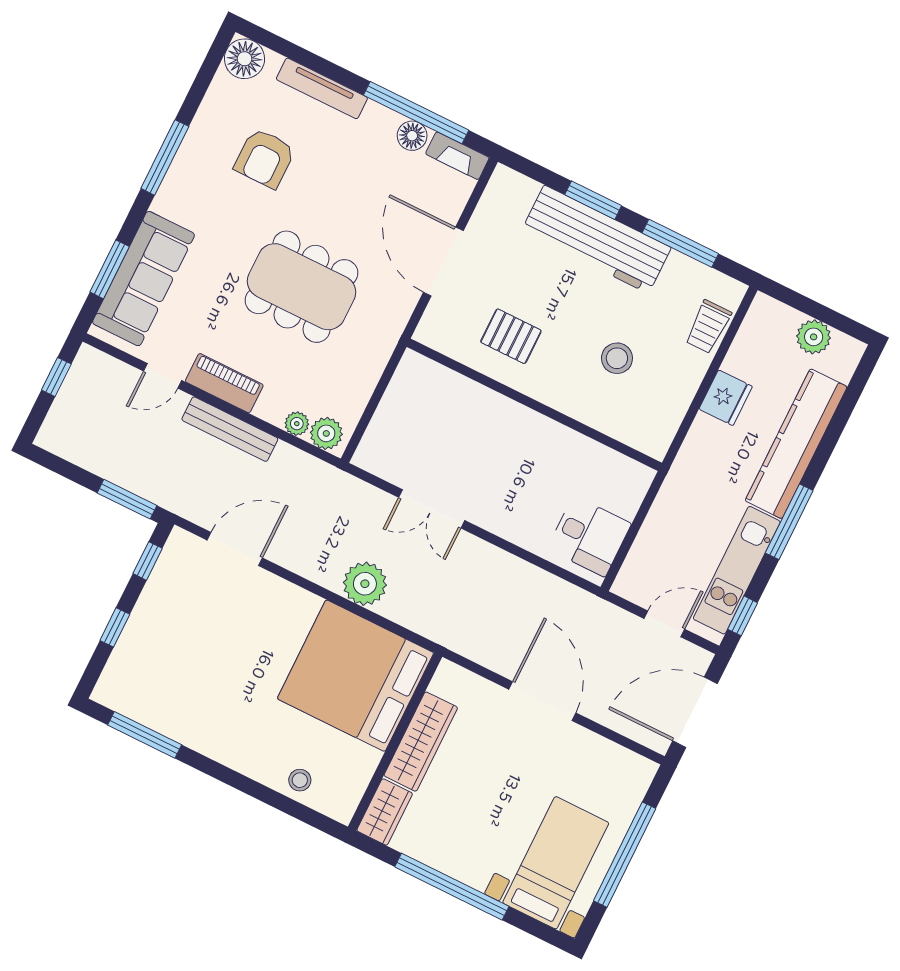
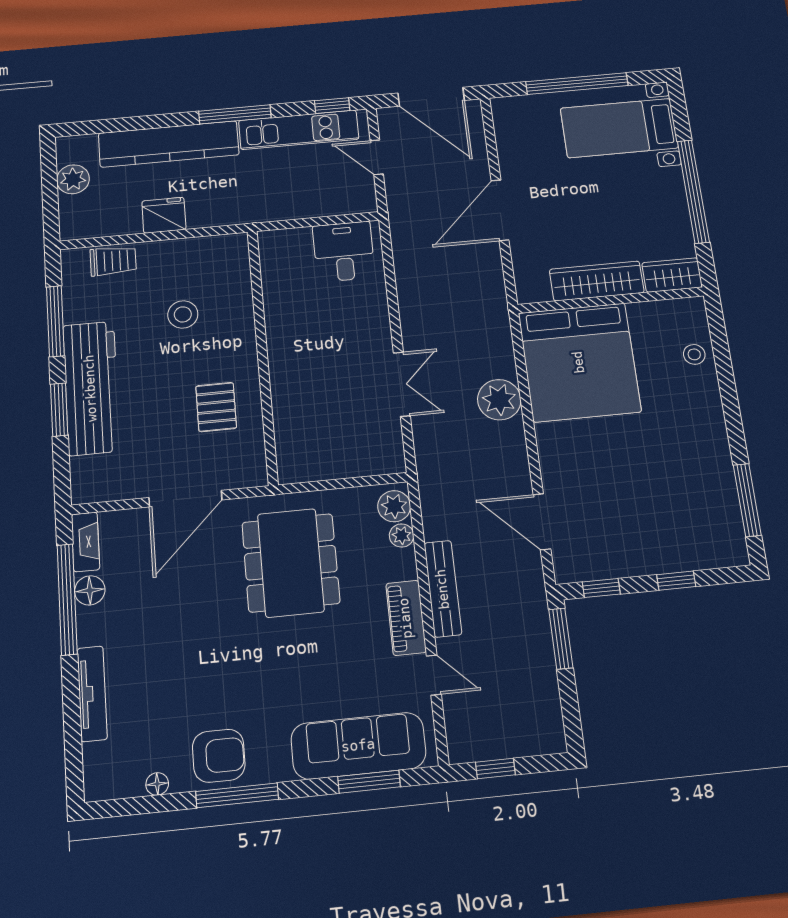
floor lamp: (245, 59) -> (157, 784), moved, width x0.53, depth x0.53
armchair: (265, 158) -> (219, 756), moved
dining table: (302, 287) -> (291, 563), moved

